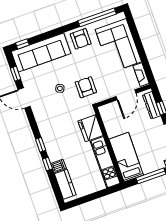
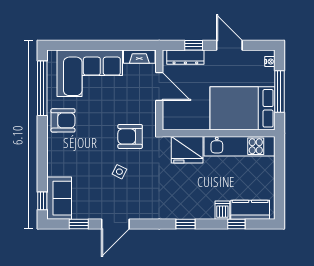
sofa: (41, 52) -> (59, 198), width x0.54, depth x0.79
bed: (126, 157) -> (243, 108), width x1.50
window: (47, 164) -> (236, 224), moved

